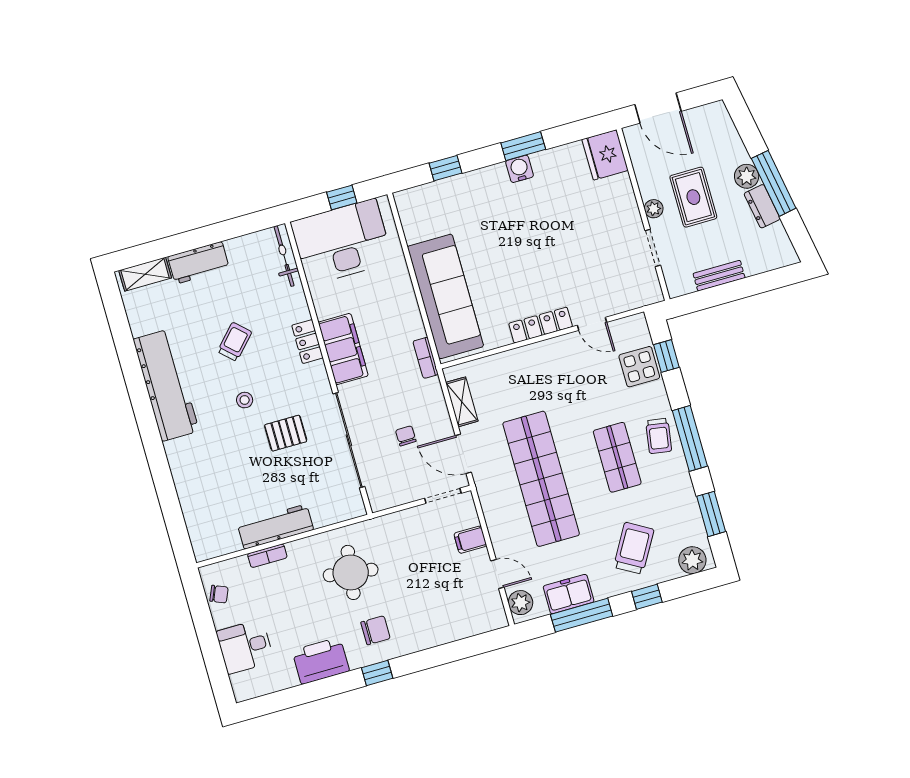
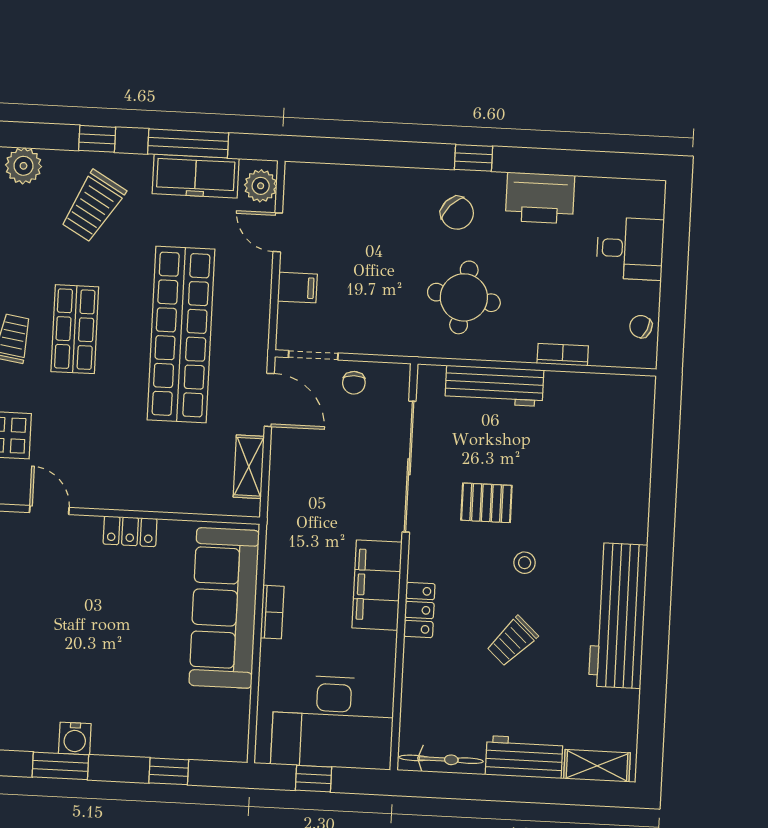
bicycle: (284, 256) -> (441, 759), moved, turned -90
locker: (541, 325) -> (130, 531), width x0.66
bookcase: (426, 358) -> (272, 612), moved
chair: (406, 436) -> (354, 383), moved
workbench: (275, 527) -> (494, 386), moved
freezer: (569, 594) -> (196, 176), width x1.40
chair: (375, 630) -> (457, 213), turned -137

